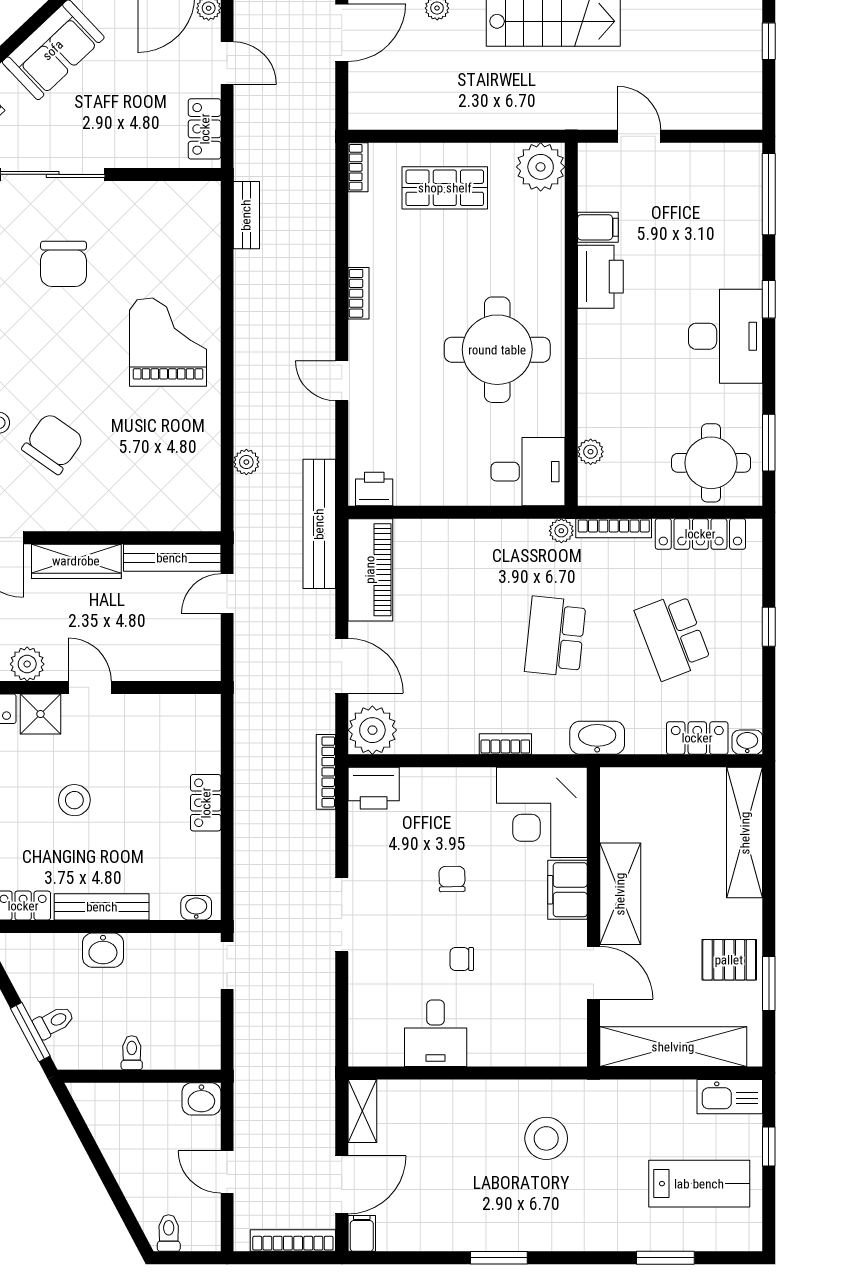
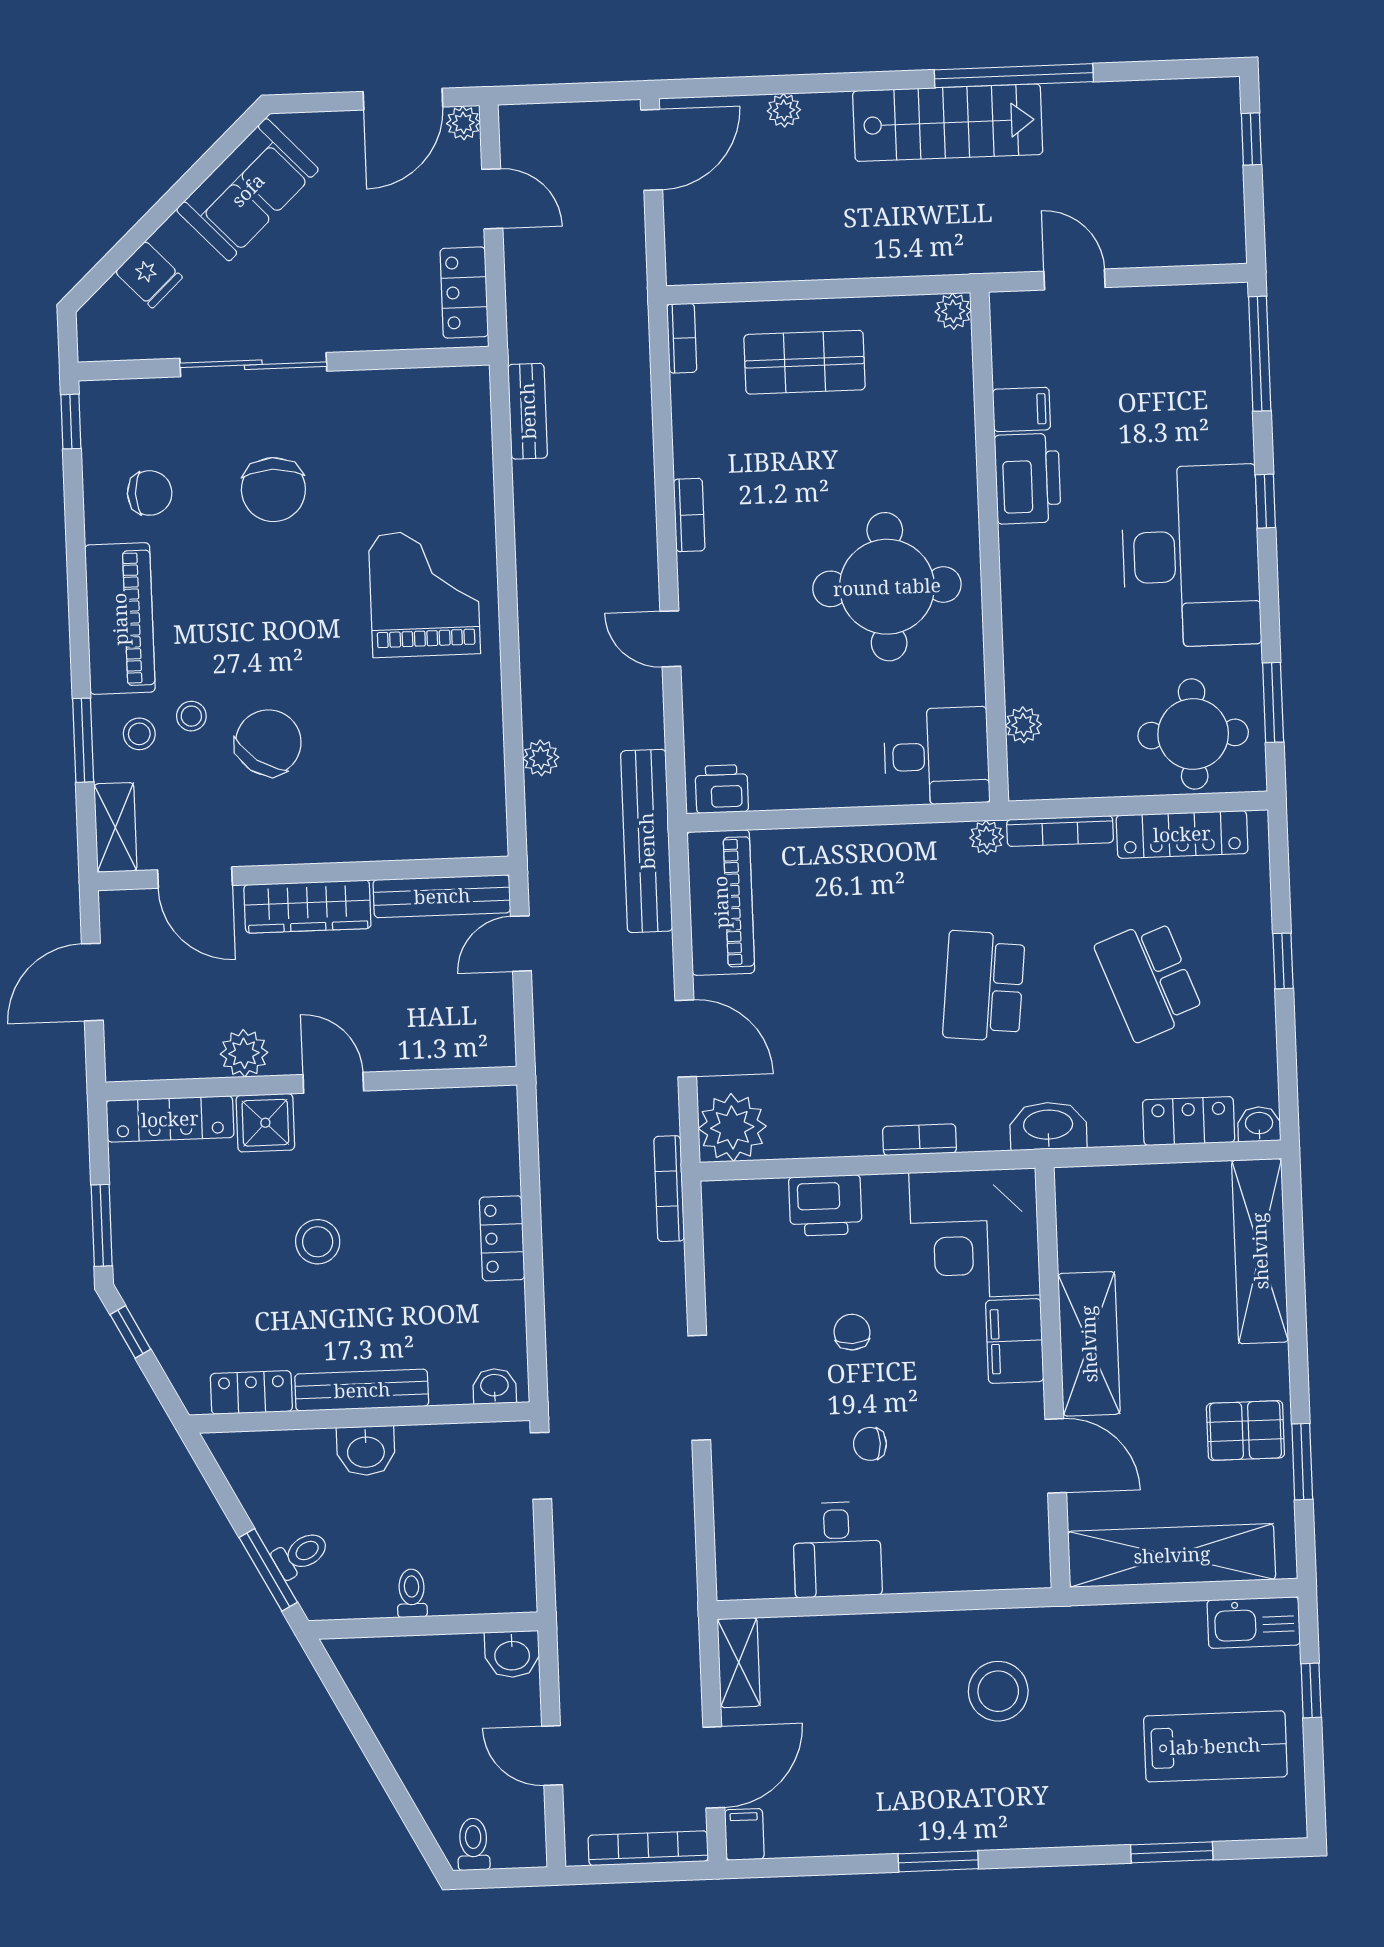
plant: (541, 167) -> (953, 311), width x0.53, depth x0.53
desk: (725, 336) -> (1191, 556), width x1.36, depth x1.30
printer: (374, 788) -> (825, 1205), moved

